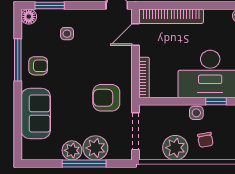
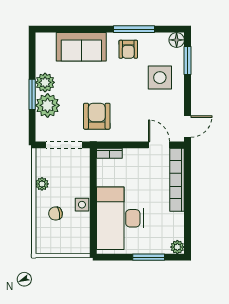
side table: (67, 34) -> (160, 78), width x1.87, depth x1.87
bookcase: (144, 78) -> (109, 153), width x0.64
window: (216, 101) -> (93, 224), removed
plant: (175, 148) -> (42, 184), width x0.53, depth x0.53
window: (84, 164) -> (32, 94), width x0.69

